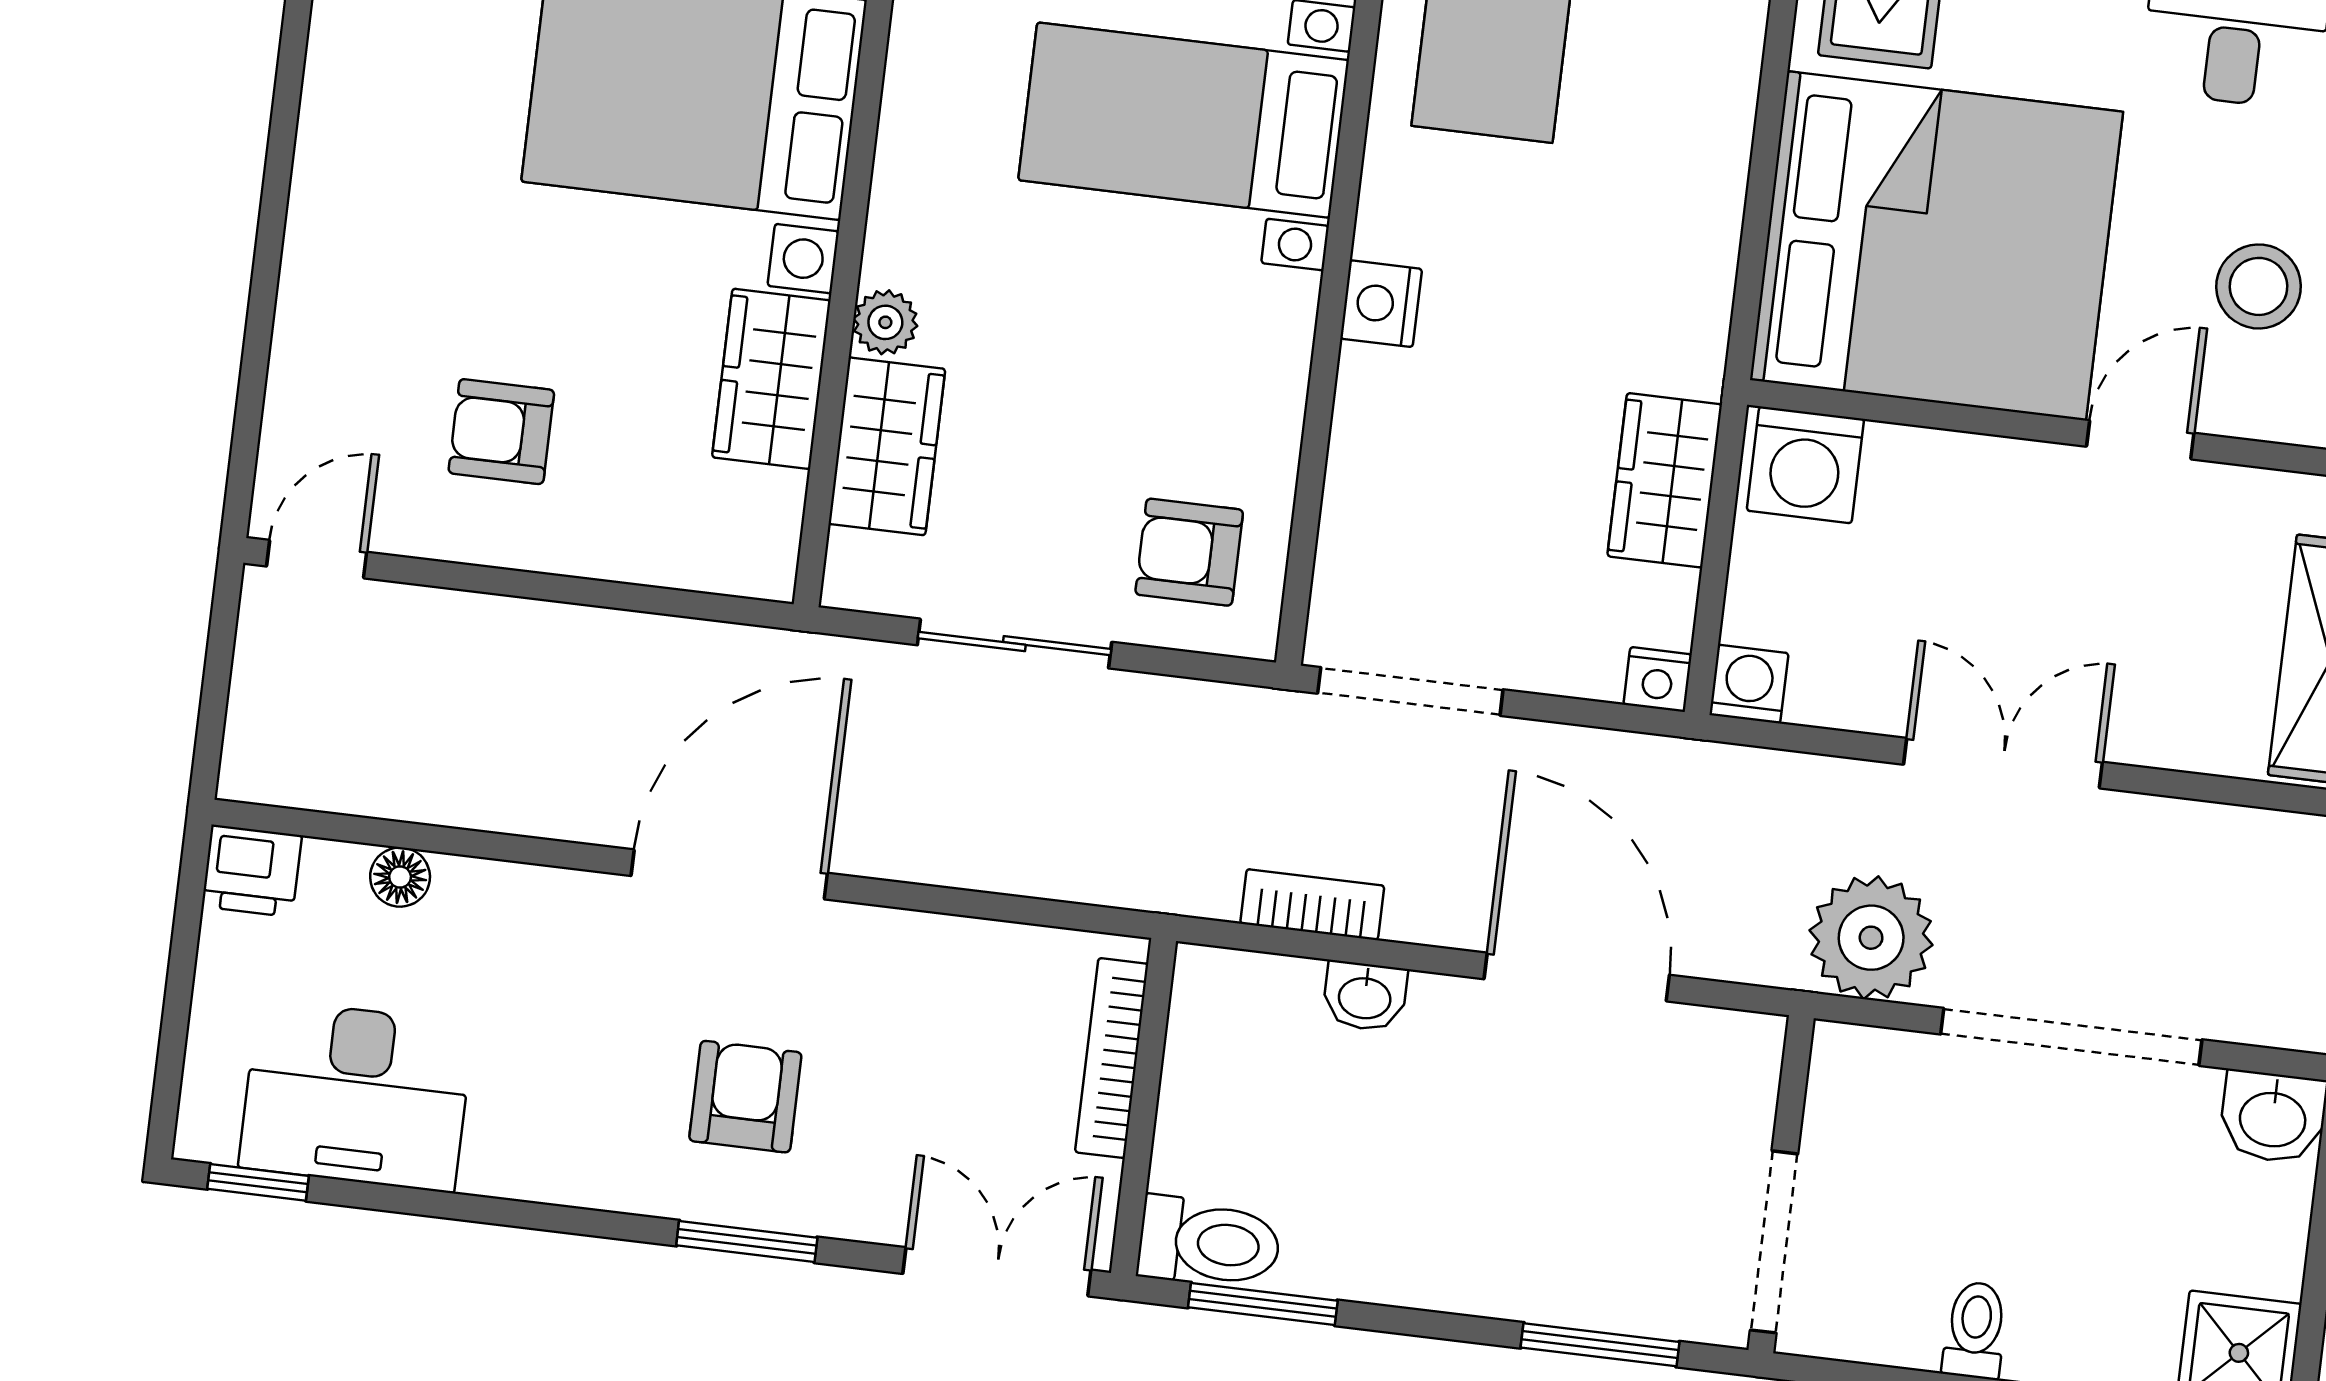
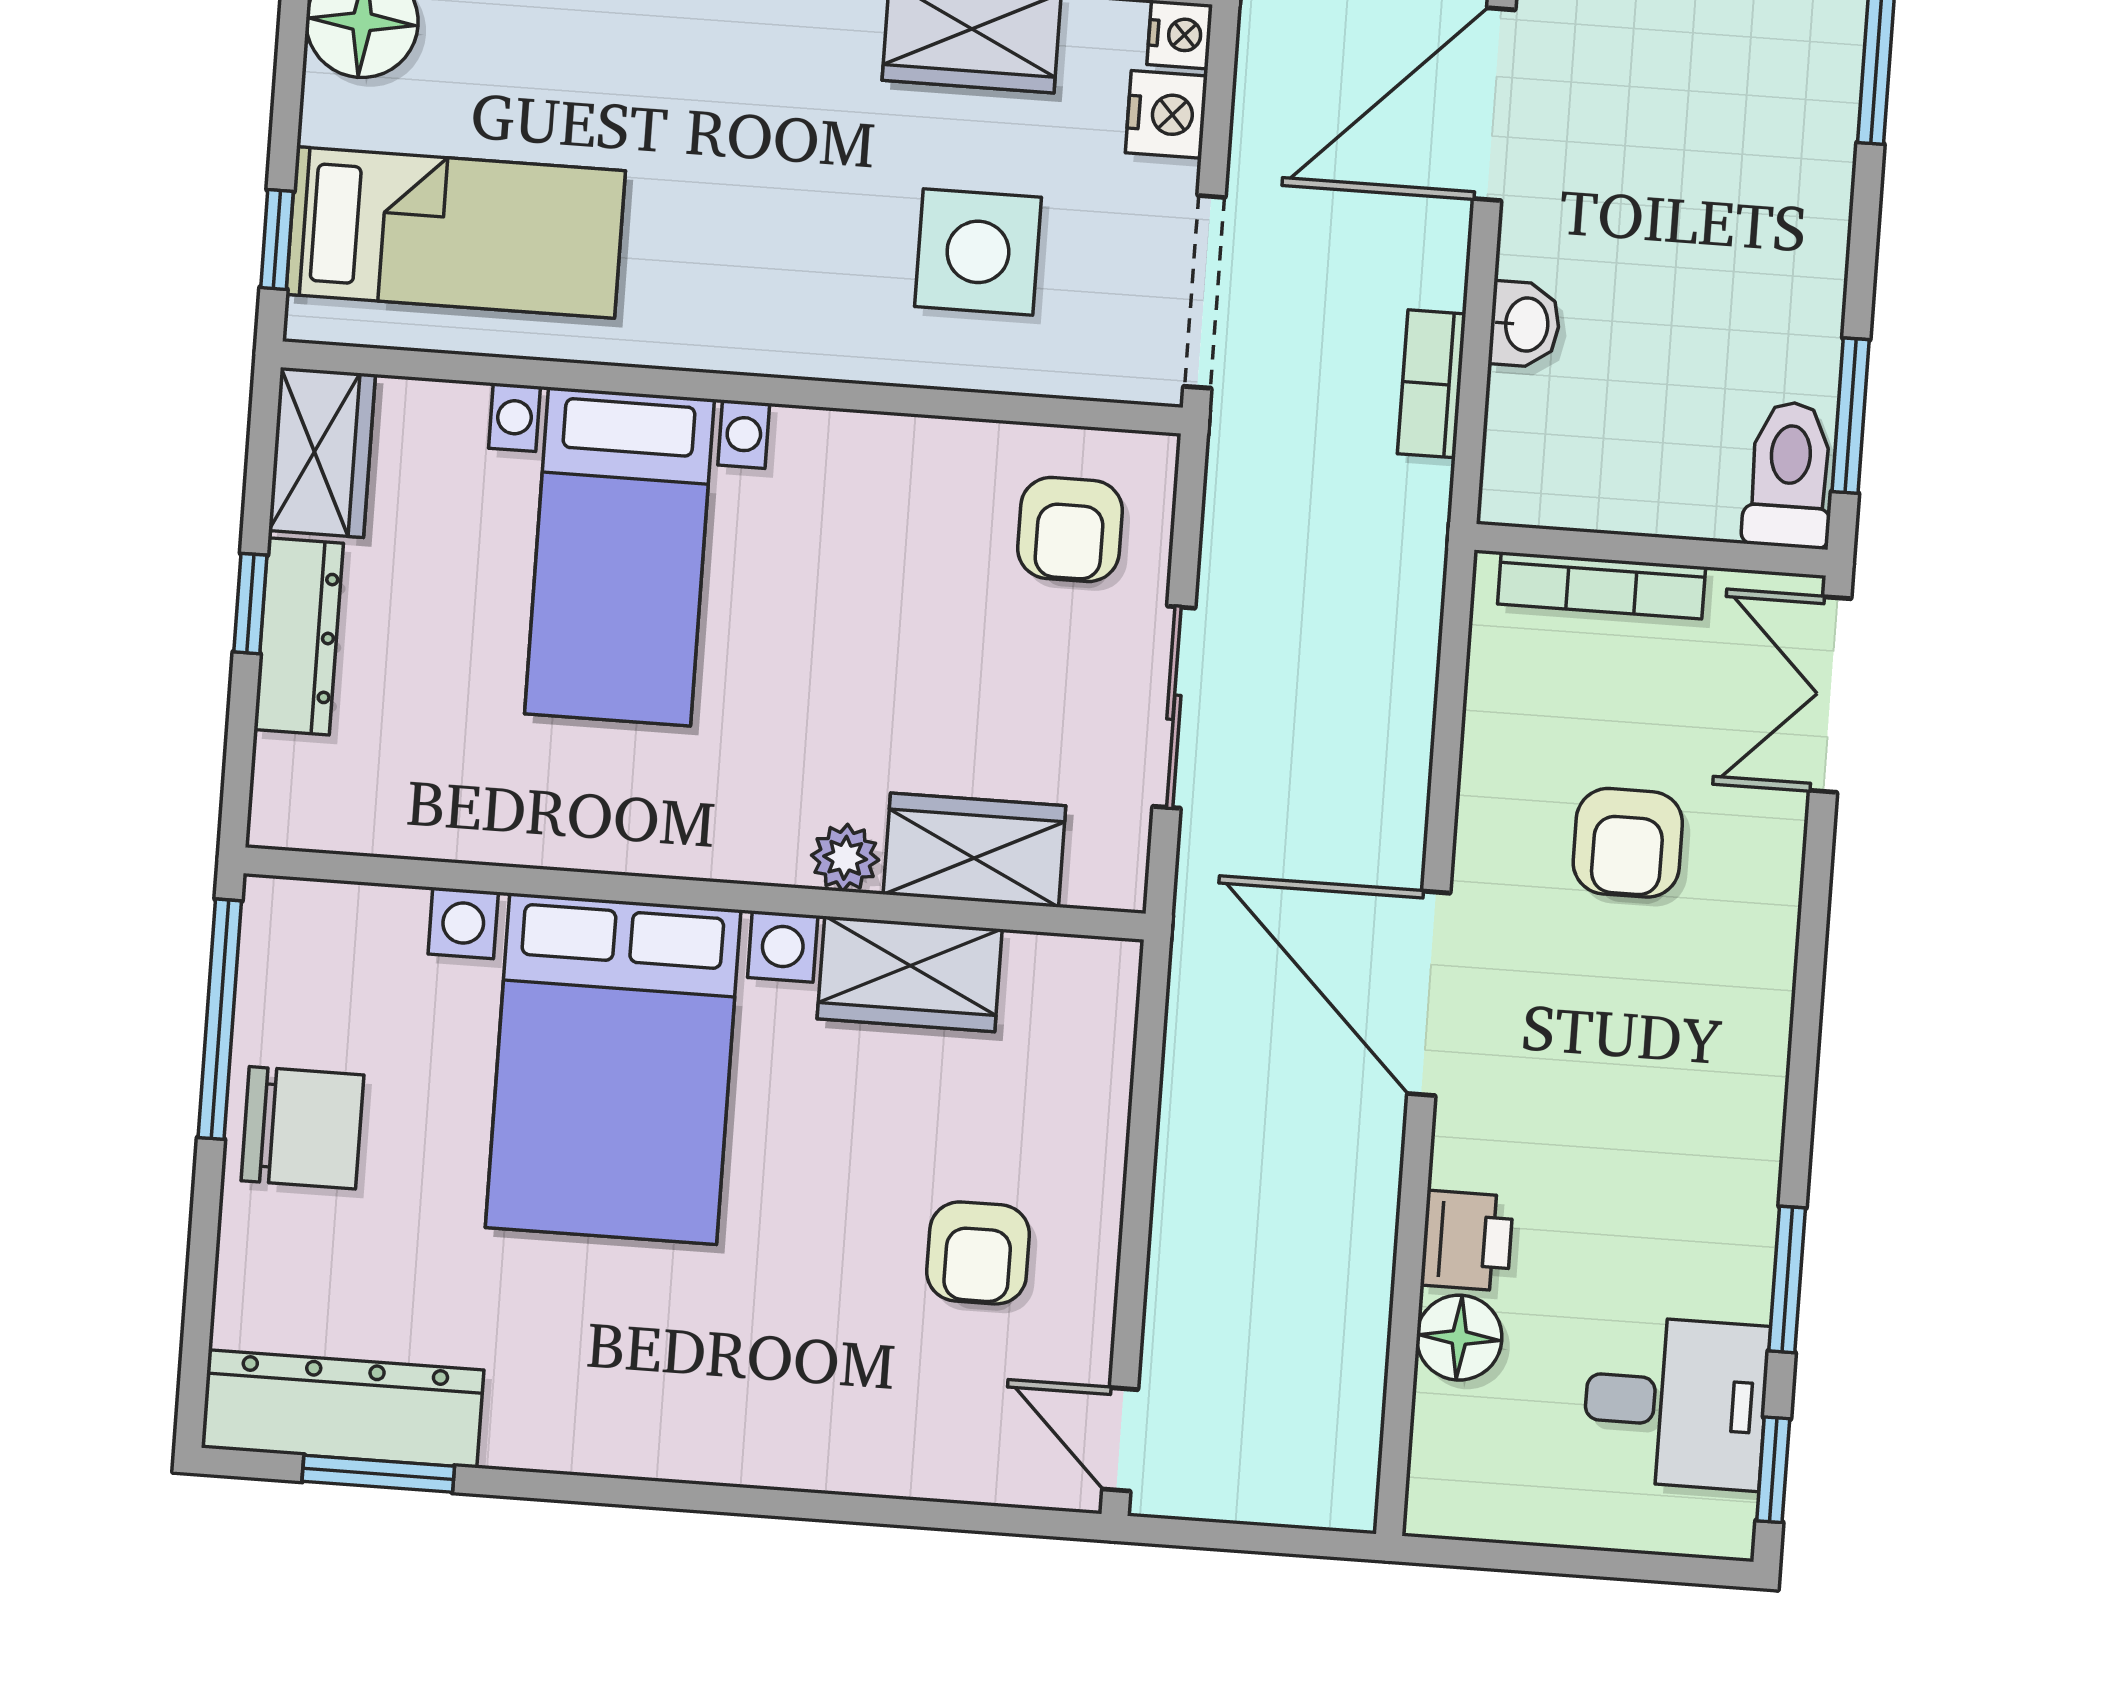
nightstand: (1381, 304) -> (1166, 114), moved, turned -90
side table: (1459, 477) -> (978, 252), added
printer: (252, 871) -> (1467, 1241), moved
floor lamp: (400, 877) -> (1459, 1338), width x1.37, depth x1.37
desk: (356, 1096) -> (1676, 1403), width x0.73
armchair: (745, 1097) -> (1628, 843), moved, turned -90
window: (747, 1241) -> (1787, 1279), moved

